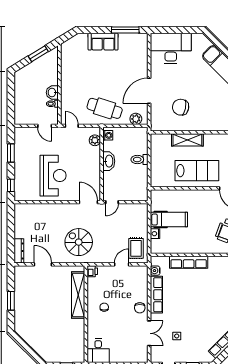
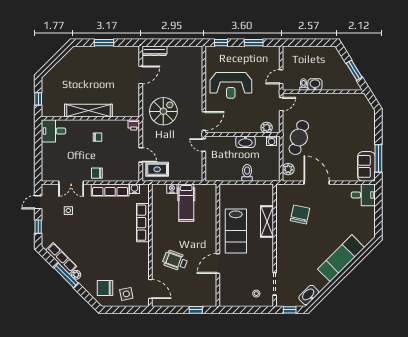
sofa: (103, 42) -> (366, 166), moved
desk: (171, 48) -> (363, 195), width x0.53, depth x0.77
shelving: (78, 295) -> (88, 111), moved

